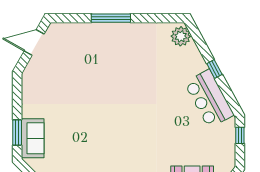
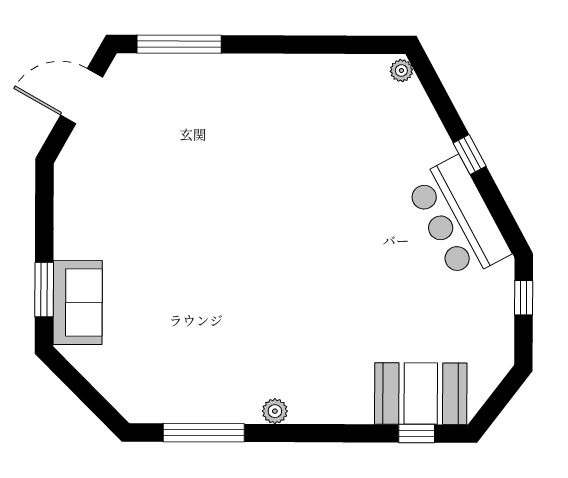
window: (111, 18) -> (179, 44), moved
plant: (181, 36) -> (401, 71), width x0.53, depth x0.53

